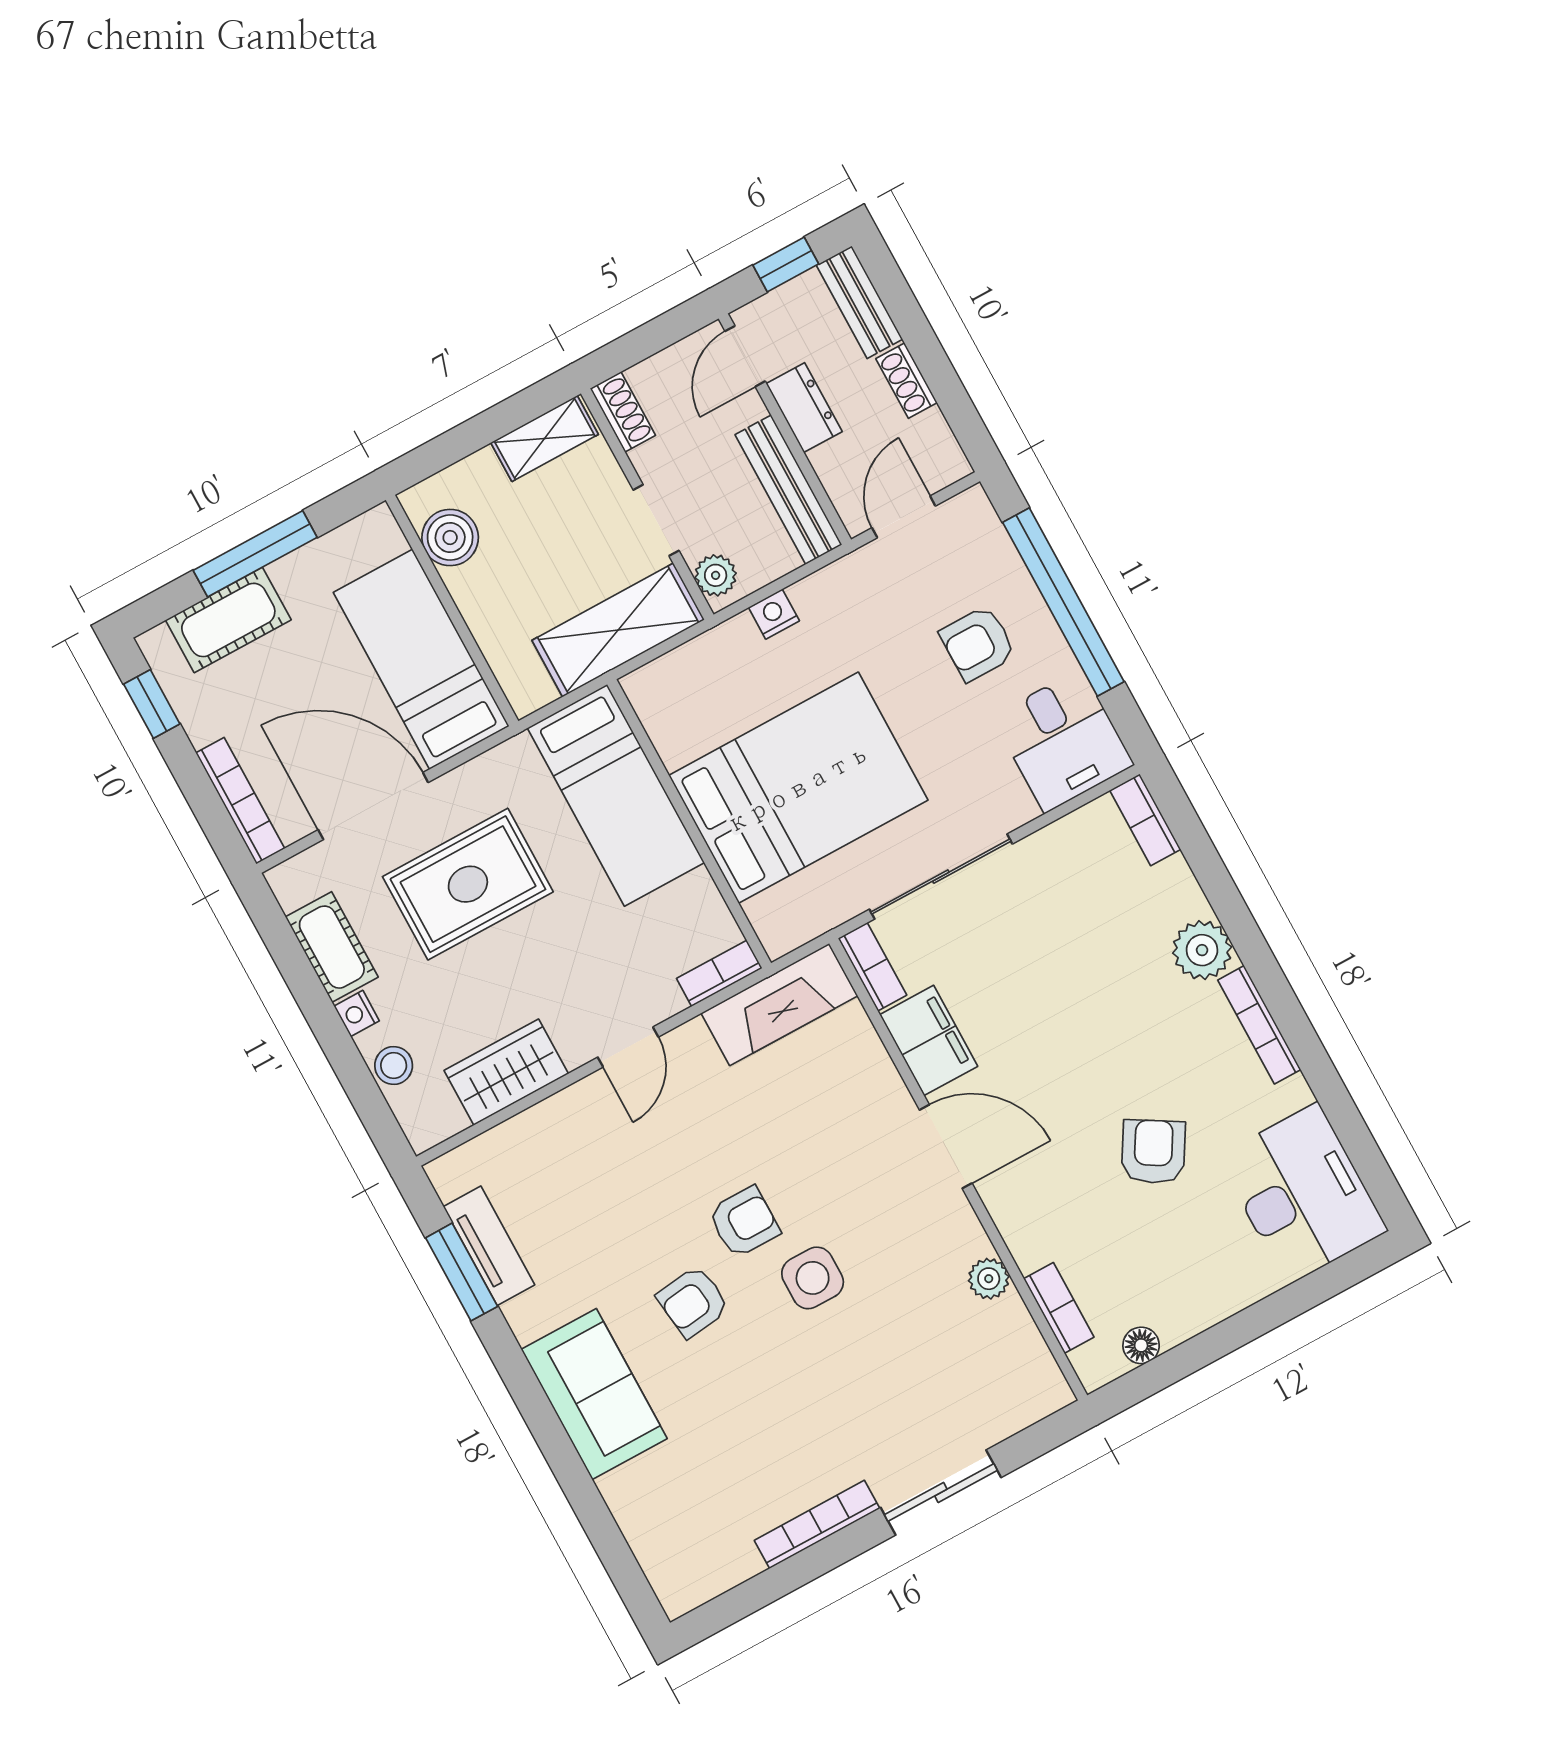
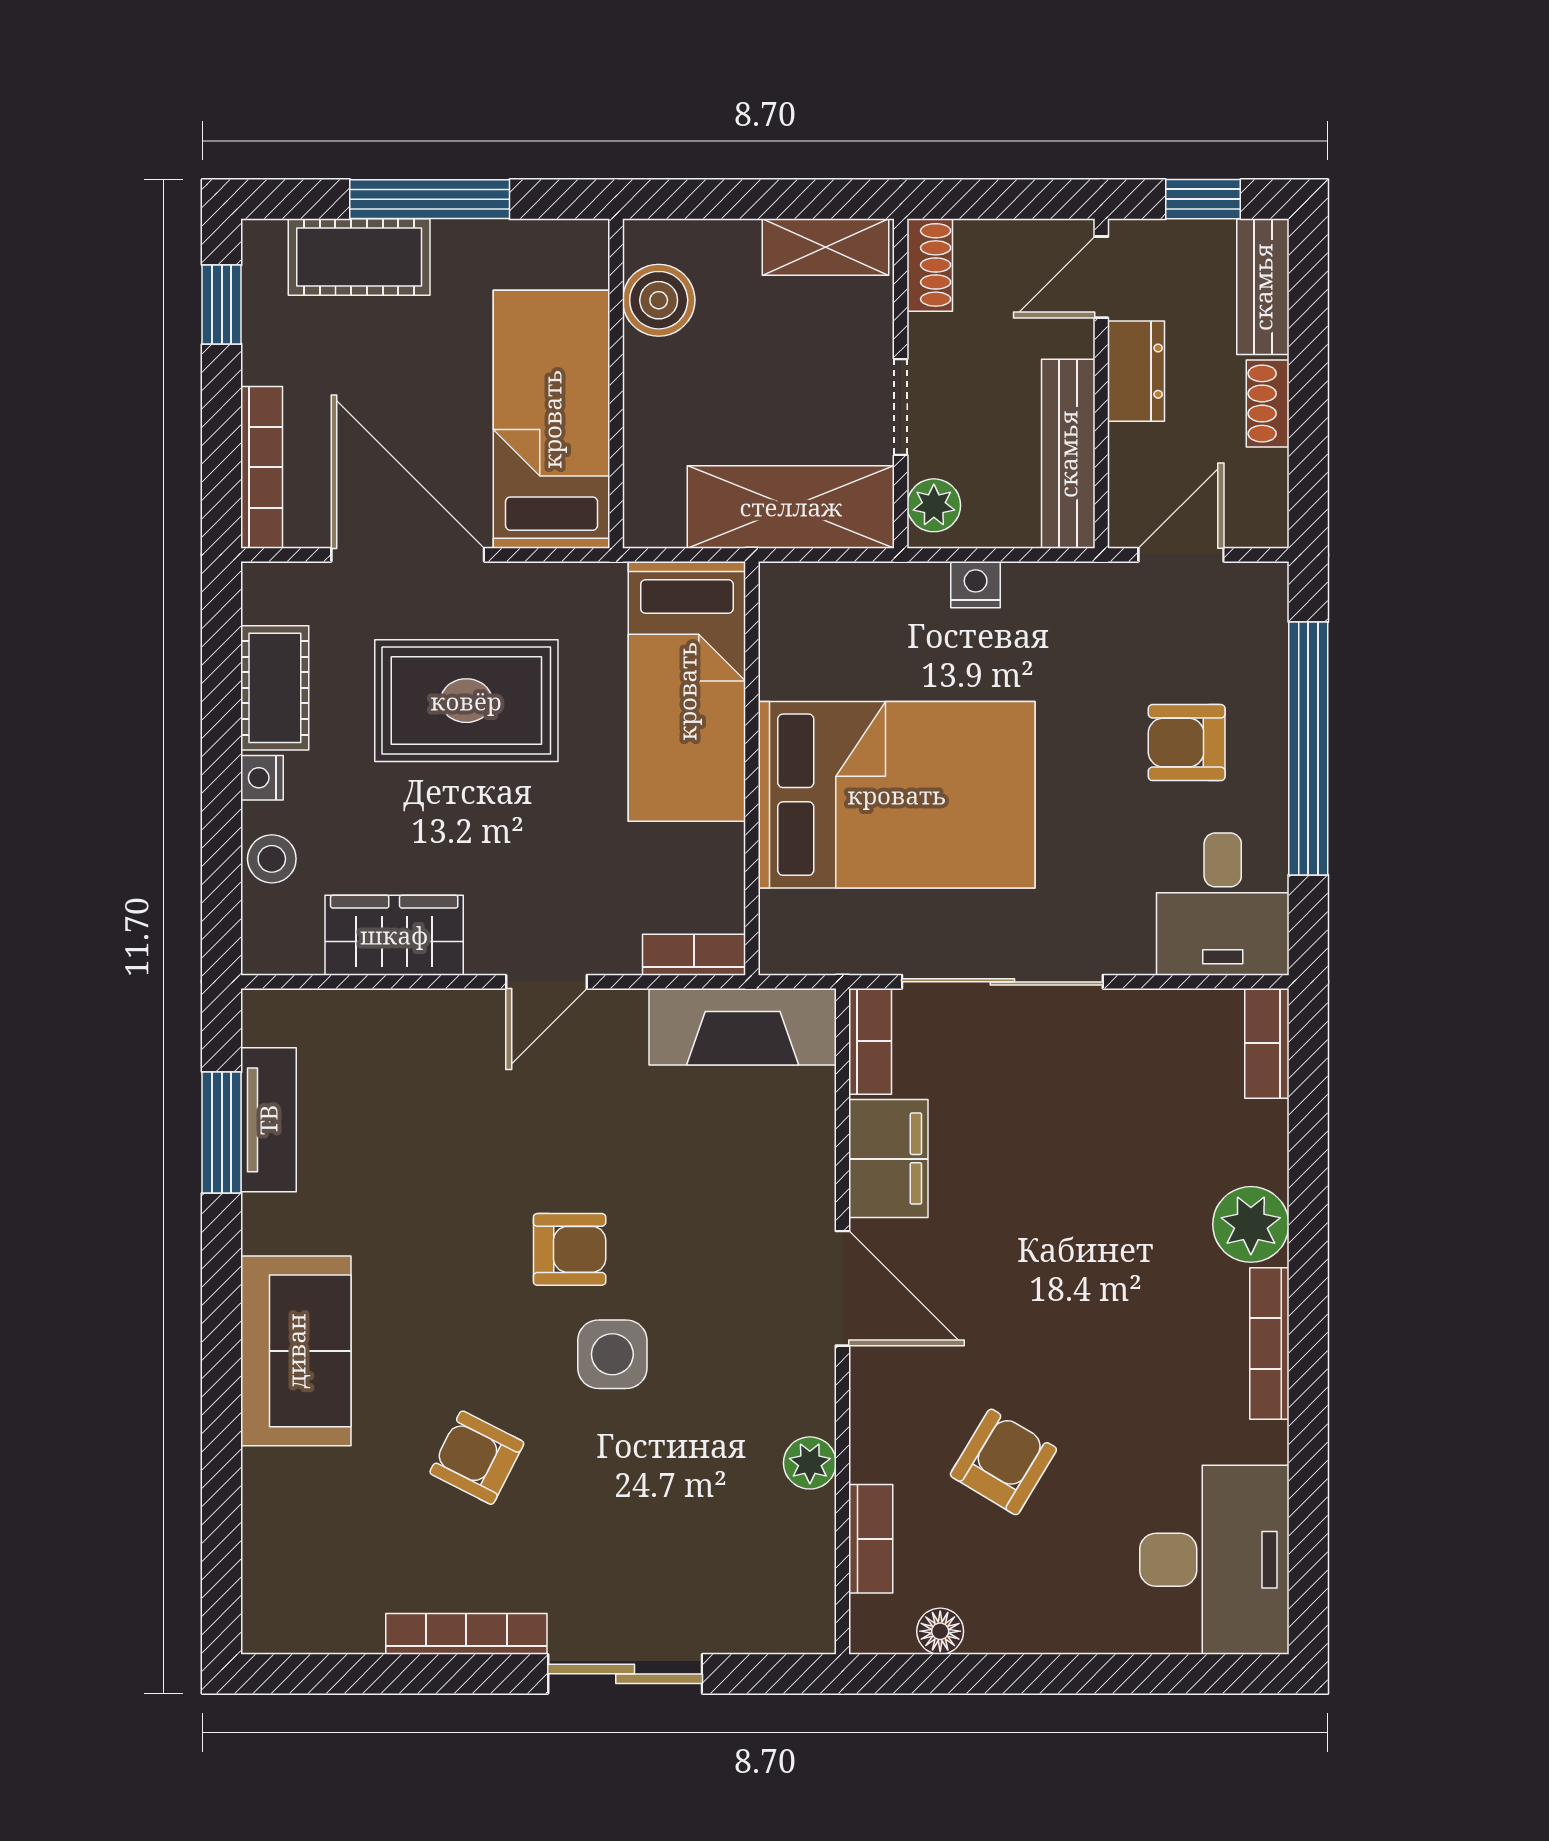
armchair: (1153, 1152) -> (1003, 1462), moved
armchair: (693, 1302) -> (477, 1458), moved, turned 34

